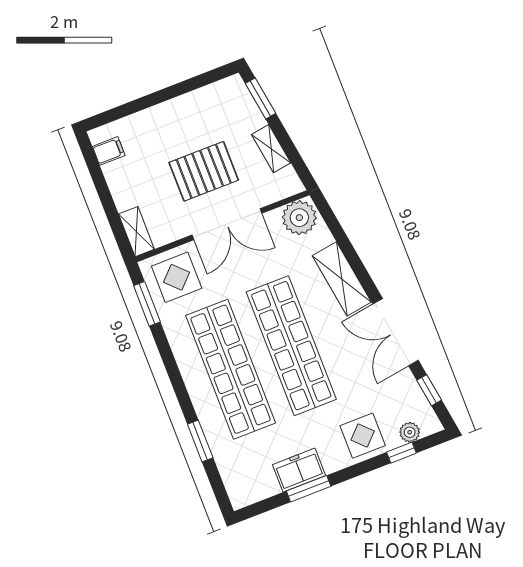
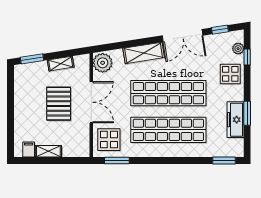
shelving: (136, 232) -> (48, 151), moved
window: (200, 441) -> (224, 161), moved
freezer: (299, 470) -> (235, 120), width x1.40

